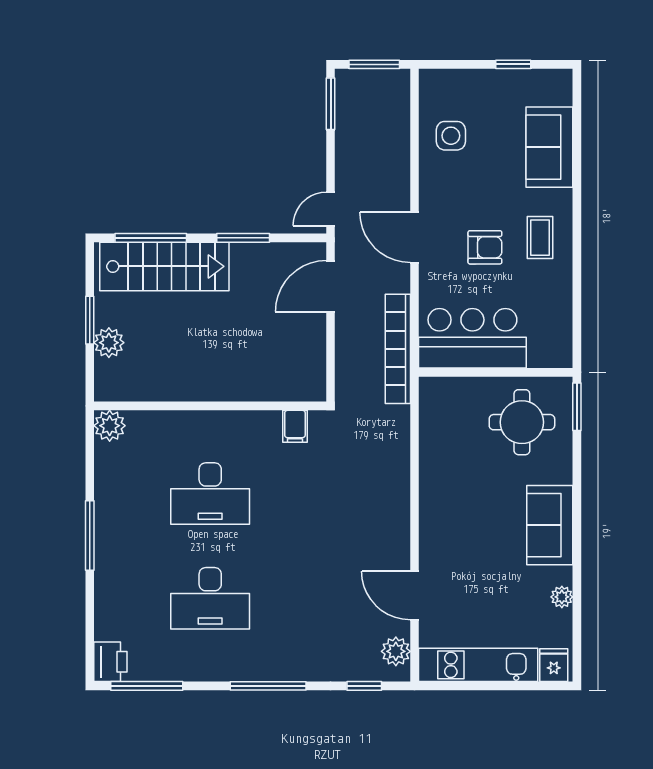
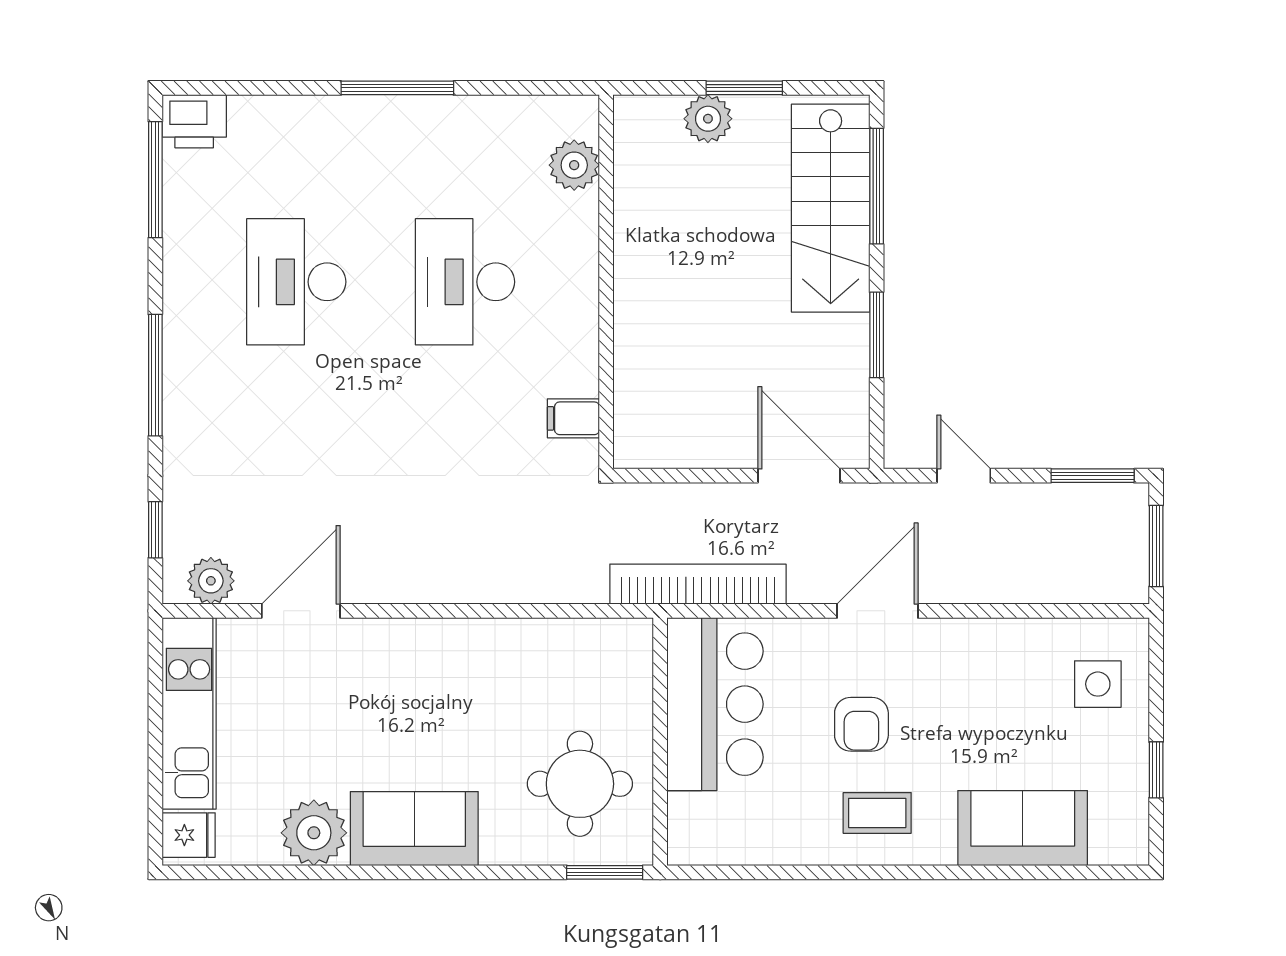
side table: (451, 136) -> (1098, 684), moved
door: (331, 209) -> (964, 476), moved
plant: (110, 426) -> (574, 165), moved
plant: (562, 597) -> (314, 833), width x1.88, depth x1.88

